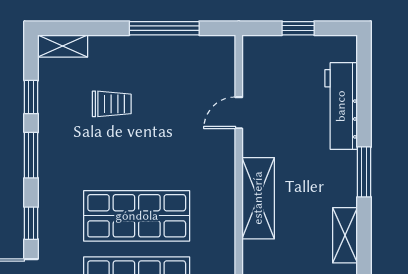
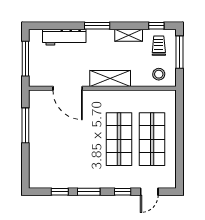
window: (298, 28) -> (25, 59), width x2.17
shelving: (63, 46) -> (34, 176), removed
trolley: (112, 104) -> (63, 152), removed
door: (239, 113) -> (68, 88), width x1.88

